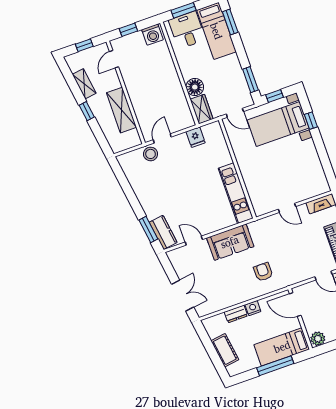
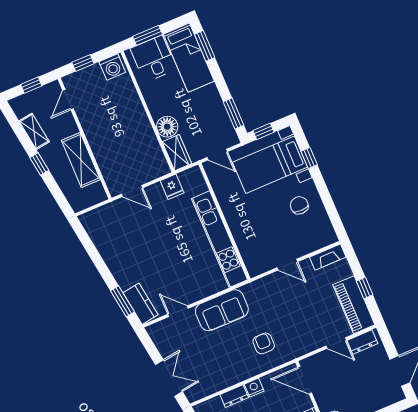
door: (162, 138) -> (132, 191), swing flipped
stool: (151, 154) -> (119, 210), removed
chair: (300, 159) -> (299, 205), added
kitchen unit: (236, 193) -> (219, 239), width x1.36

